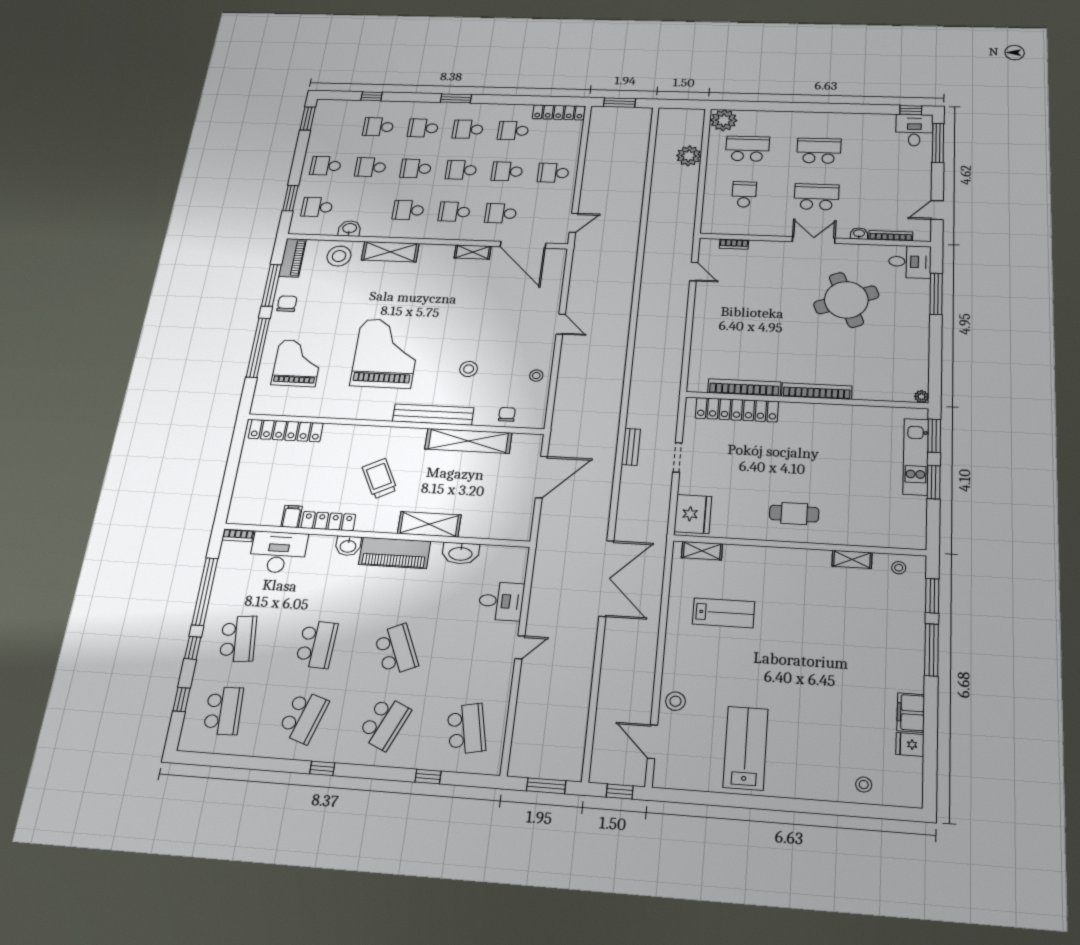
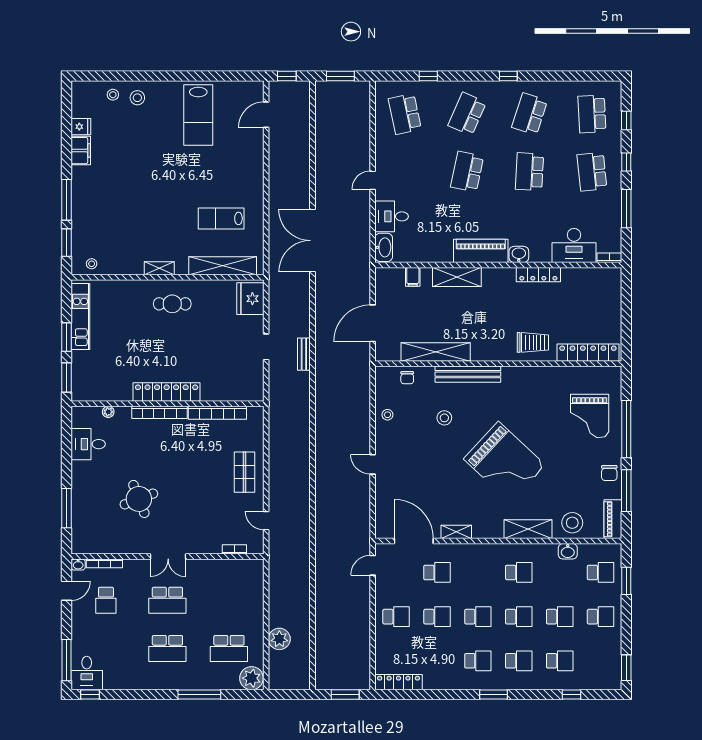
window: (784, 107) -> (199, 695), added
school desk: (513, 131) -> (437, 661), removed
school desk: (744, 194) -> (106, 600), moved
school desk: (454, 212) -> (478, 572), removed
washbasin: (859, 234) -> (78, 564), moved
desk: (910, 262) -> (88, 444), moved
round table: (846, 300) -> (139, 499), width x0.73, depth x0.73
shop shelf: (716, 322) -> (244, 472), added
grand piano: (386, 353) -> (504, 462), moved, turned -47
plant: (921, 397) -> (108, 412), moved
locker: (737, 410) -> (167, 392), moved
kitchen unit: (916, 457) -> (80, 317), moved
trolley: (380, 479) -> (533, 342), moved, turned -63
filing cabinet: (292, 516) -> (413, 277), moved
shelving: (702, 551) -> (223, 266), width x2.20, depth x1.33
washbasin: (460, 553) -> (384, 247), moved, turned 90
shelving: (852, 559) -> (159, 268), moved
window: (205, 591) -> (626, 209), width x0.68
school desk: (396, 650) -> (467, 172), turned 36
stool: (675, 701) -> (137, 98), moved
door: (652, 742) -> (266, 115), swing flipped

